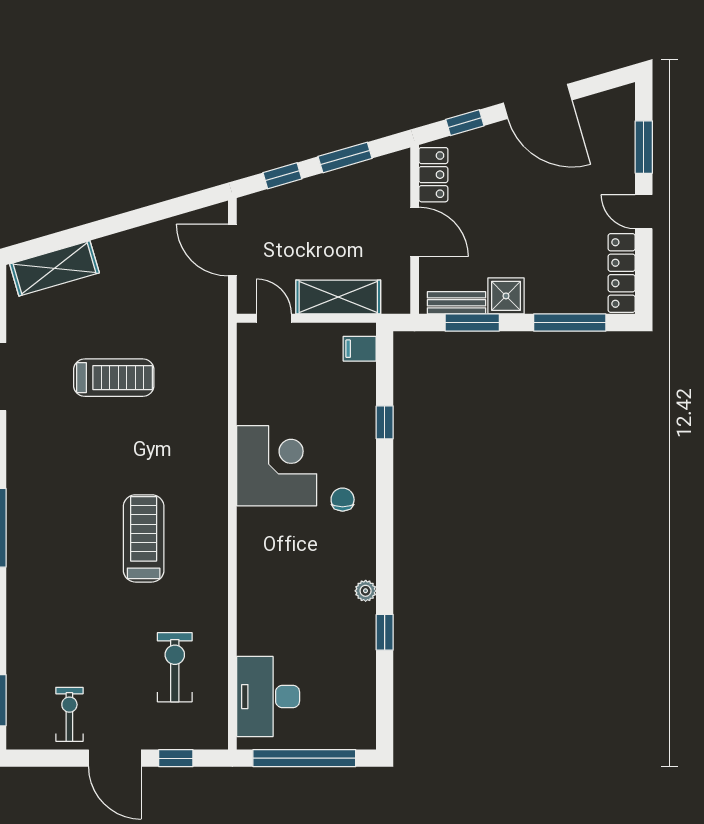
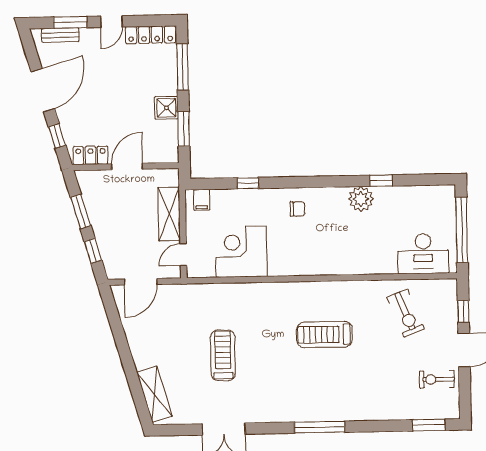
bench: (456, 303) -> (60, 35), moved, turned 90
corner desk: (277, 466) -> (241, 252), moved
chair: (343, 500) -> (297, 209), turned 180
plant: (366, 591) -> (361, 199), width x1.88, depth x1.88
exercise bike: (175, 667) -> (406, 313), turned -112

